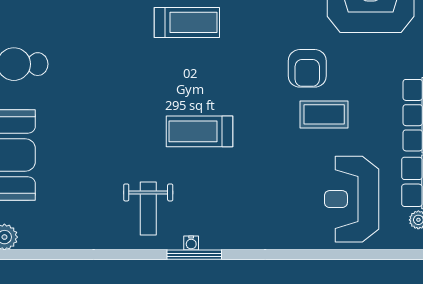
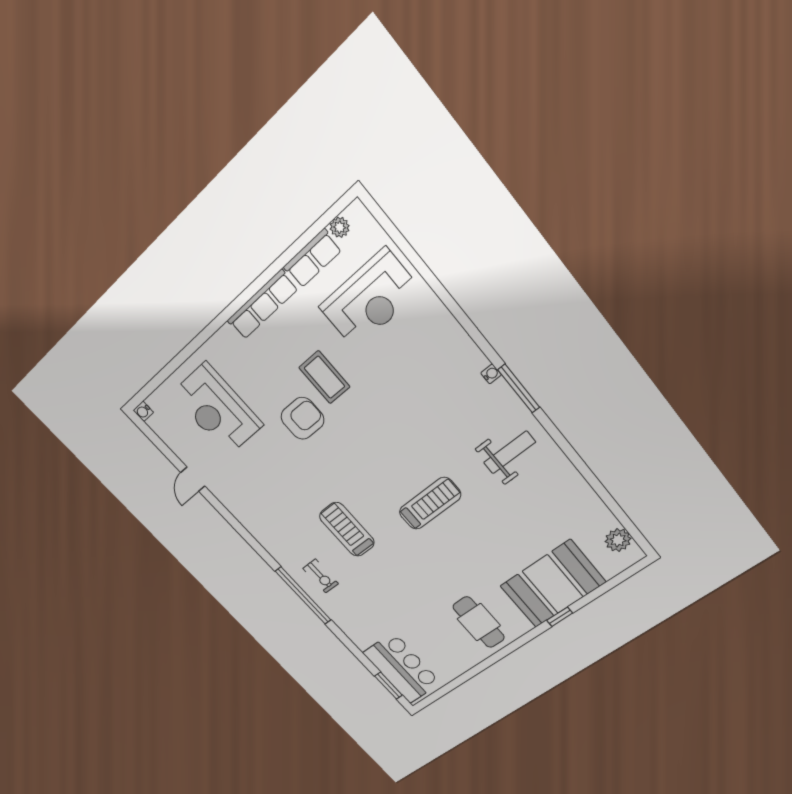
treadmill: (200, 131) -> (430, 503), moved, turned -90
water cooler: (191, 243) -> (491, 374), moved

